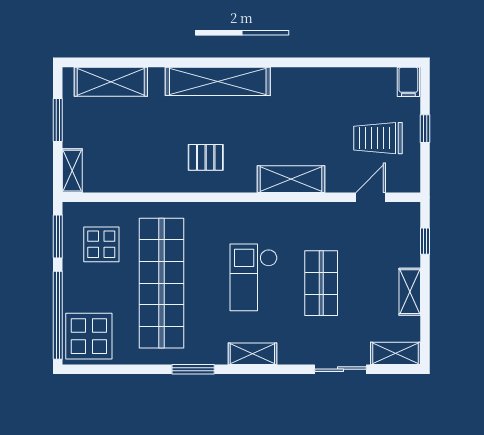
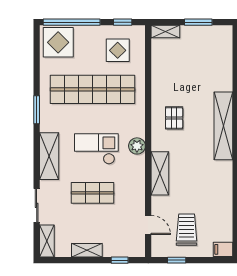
shelving: (111, 82) -> (223, 56), removed
window: (425, 129) -> (177, 260), moved
plant: (249, 215) -> (137, 146), added
window: (58, 236) -> (123, 22), width x0.67
shelving: (252, 354) -> (49, 156), width x1.50, depth x1.33

